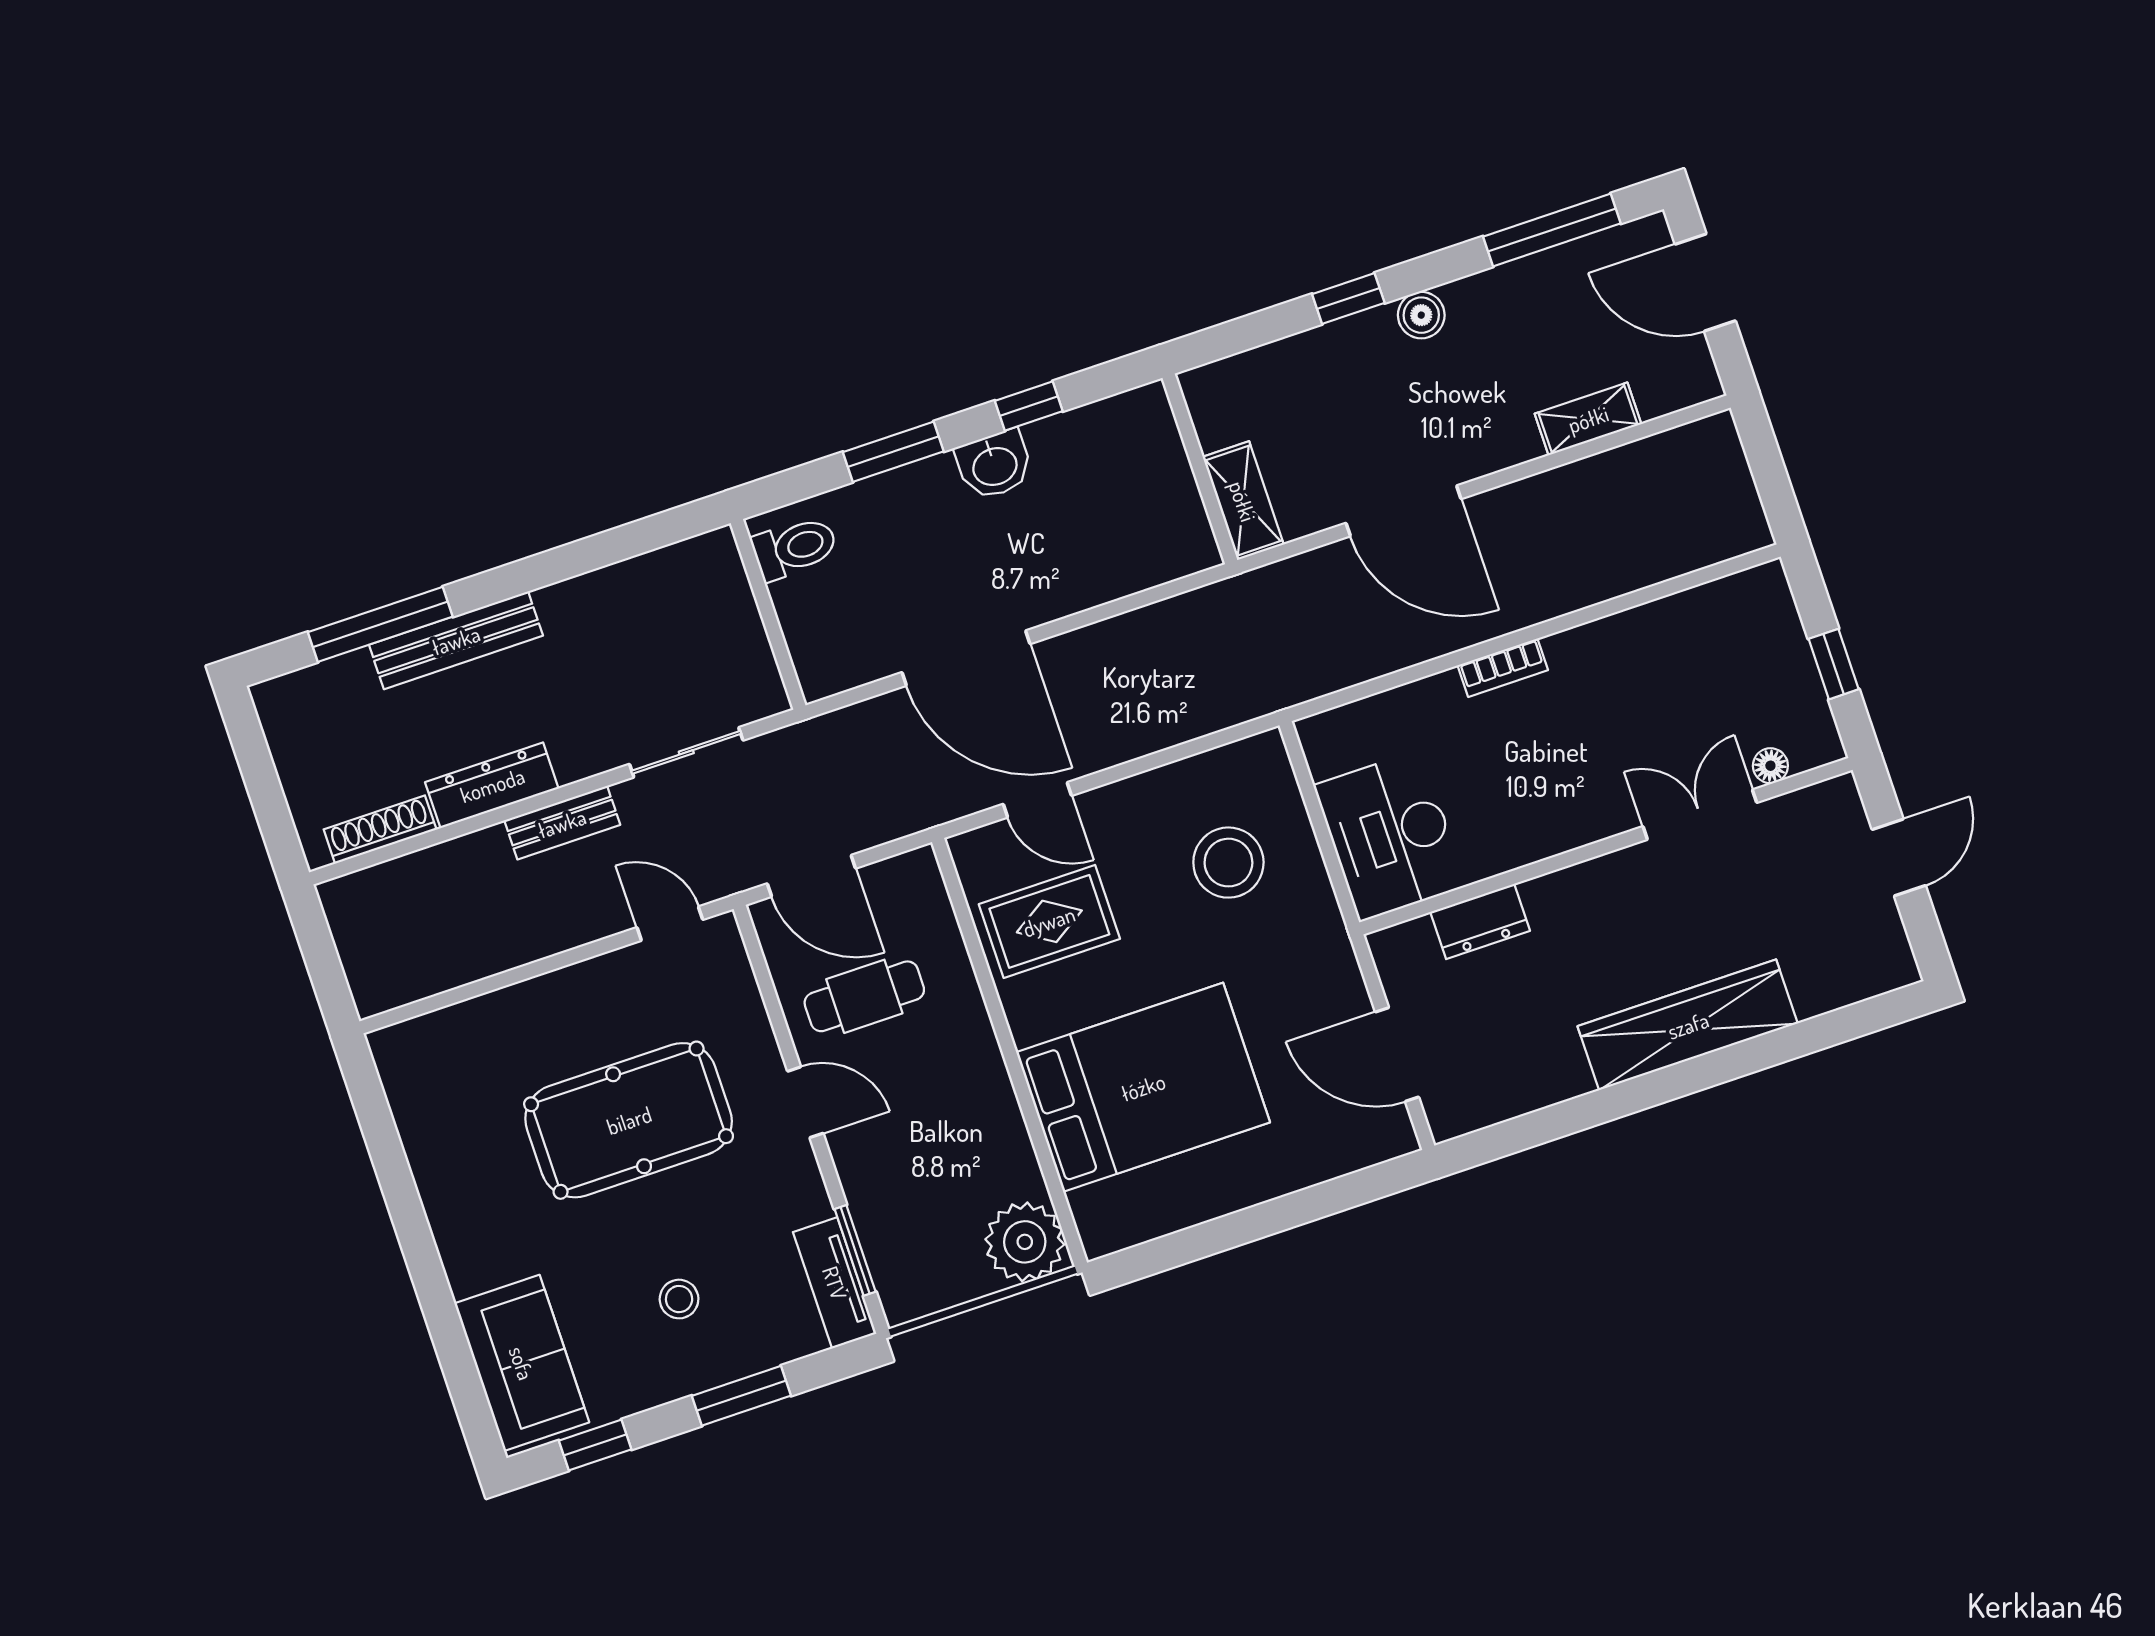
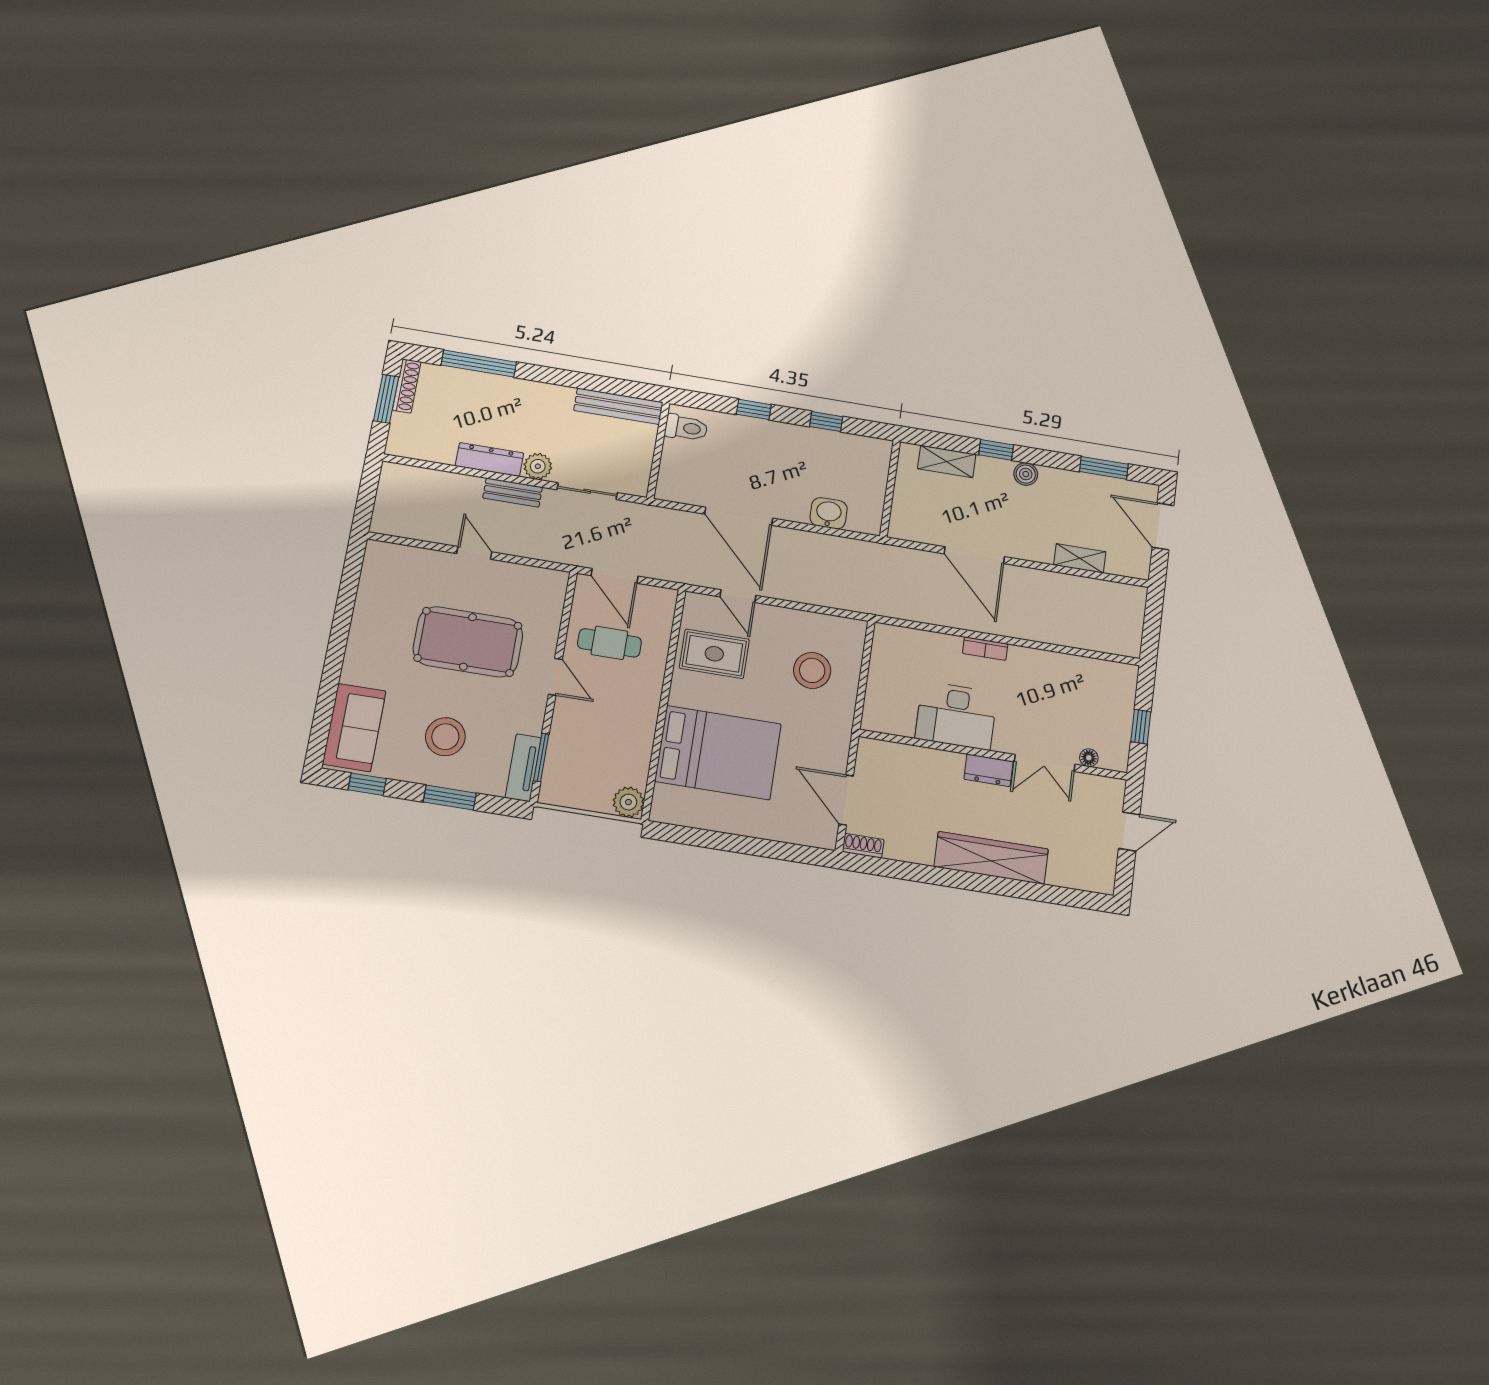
window: (1552, 230) -> (1104, 468), width x0.69
window: (893, 452) -> (754, 409), width x0.67
washbasin: (994, 465) -> (829, 513), moved, turned 180
shelving: (1243, 501) -> (947, 462), moved, turned 90
bench: (456, 640) -> (618, 406), moved
plant: (580, 753) -> (538, 466), added
window: (259, 772) -> (386, 399), added
double door: (1700, 815) -> (1045, 763), swing flipped
shoe rack: (380, 830) -> (407, 386), moved, turned 90
desk: (1390, 836) -> (956, 716), moved, turned -90
dresser: (1480, 921) -> (989, 770), moved
door: (670, 924) -> (474, 553), moved
shoe rack: (1464, 1117) -> (863, 846), added
plant: (1025, 1242) -> (628, 802), width x0.73, depth x0.73
stool: (679, 1299) -> (445, 737), width x1.89, depth x1.89

